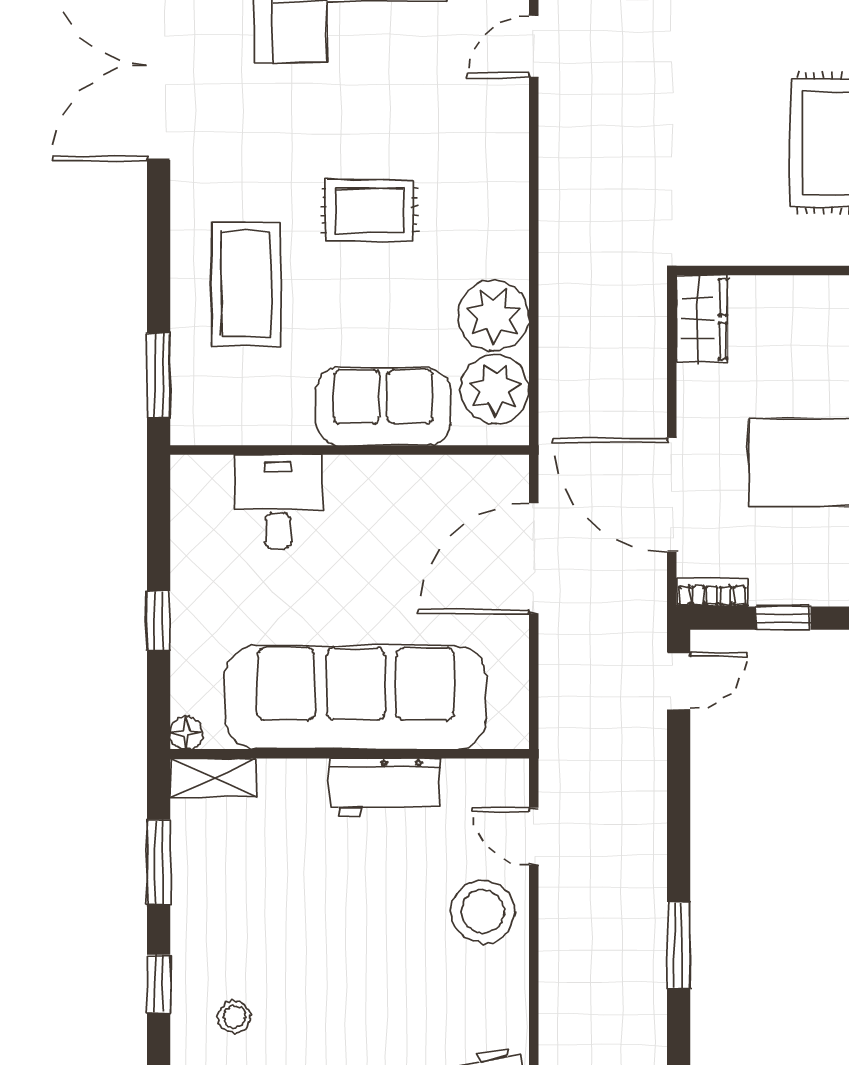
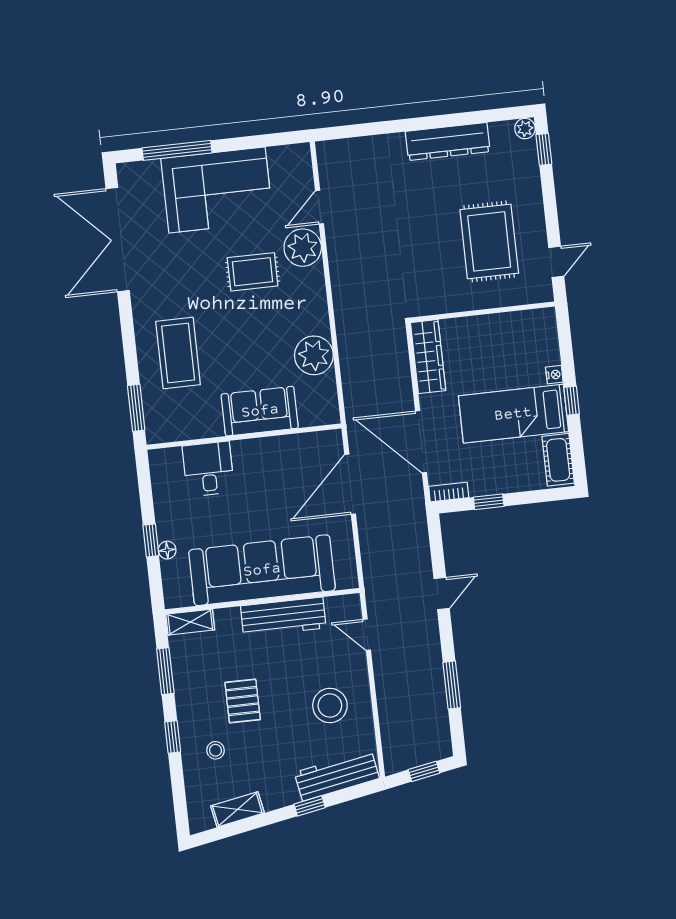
rug: (369, 210) -> (253, 272), moved
wardrobe: (702, 319) -> (428, 357), width x1.50
plant: (495, 389) -> (303, 248), moved
door: (679, 681) -> (442, 593), moved
floor lamp: (186, 733) -> (167, 550), moved
workbench: (385, 787) -> (283, 617), width x1.38
stool: (483, 912) -> (330, 706), moved
pallet: (294, 932) -> (243, 701), added

